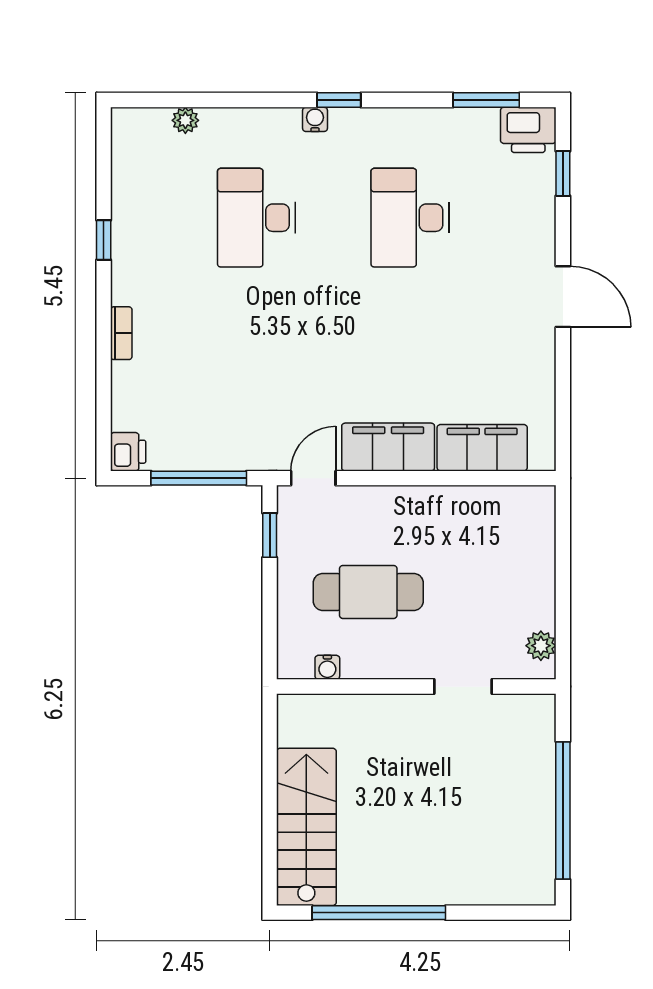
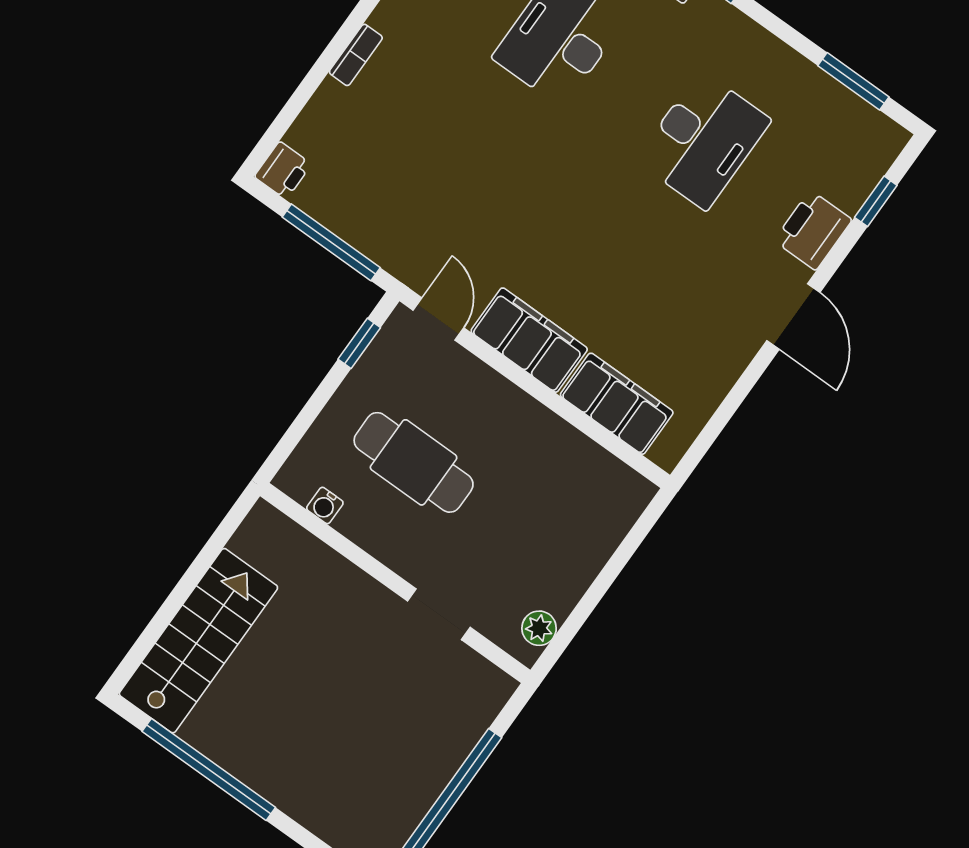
printer: (528, 130) -> (813, 230), moved, turned 90
desk: (410, 218) -> (703, 140), turned 180
door: (313, 478) -> (438, 319), hinge flipped

